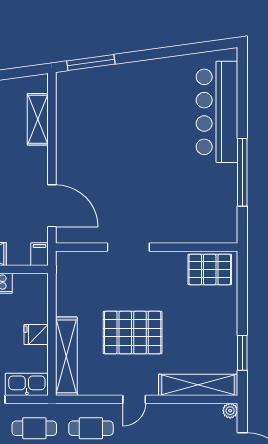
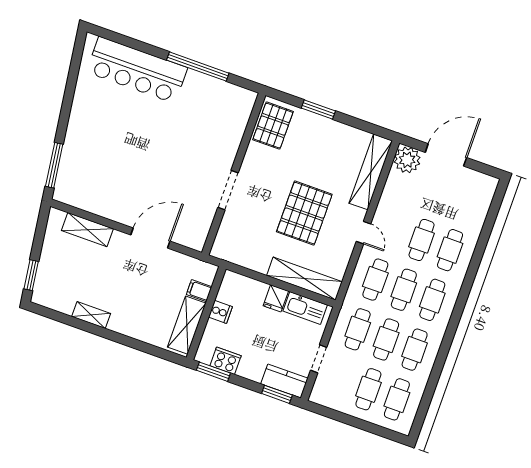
door: (52, 206) -> (150, 238), moved
filing cabinet: (40, 254) -> (199, 291), moved
window: (242, 353) -> (318, 110), moved
kitchen sink: (27, 384) -> (305, 308), moved, turned -90
plant: (230, 411) -> (407, 160), width x1.88, depth x1.88

